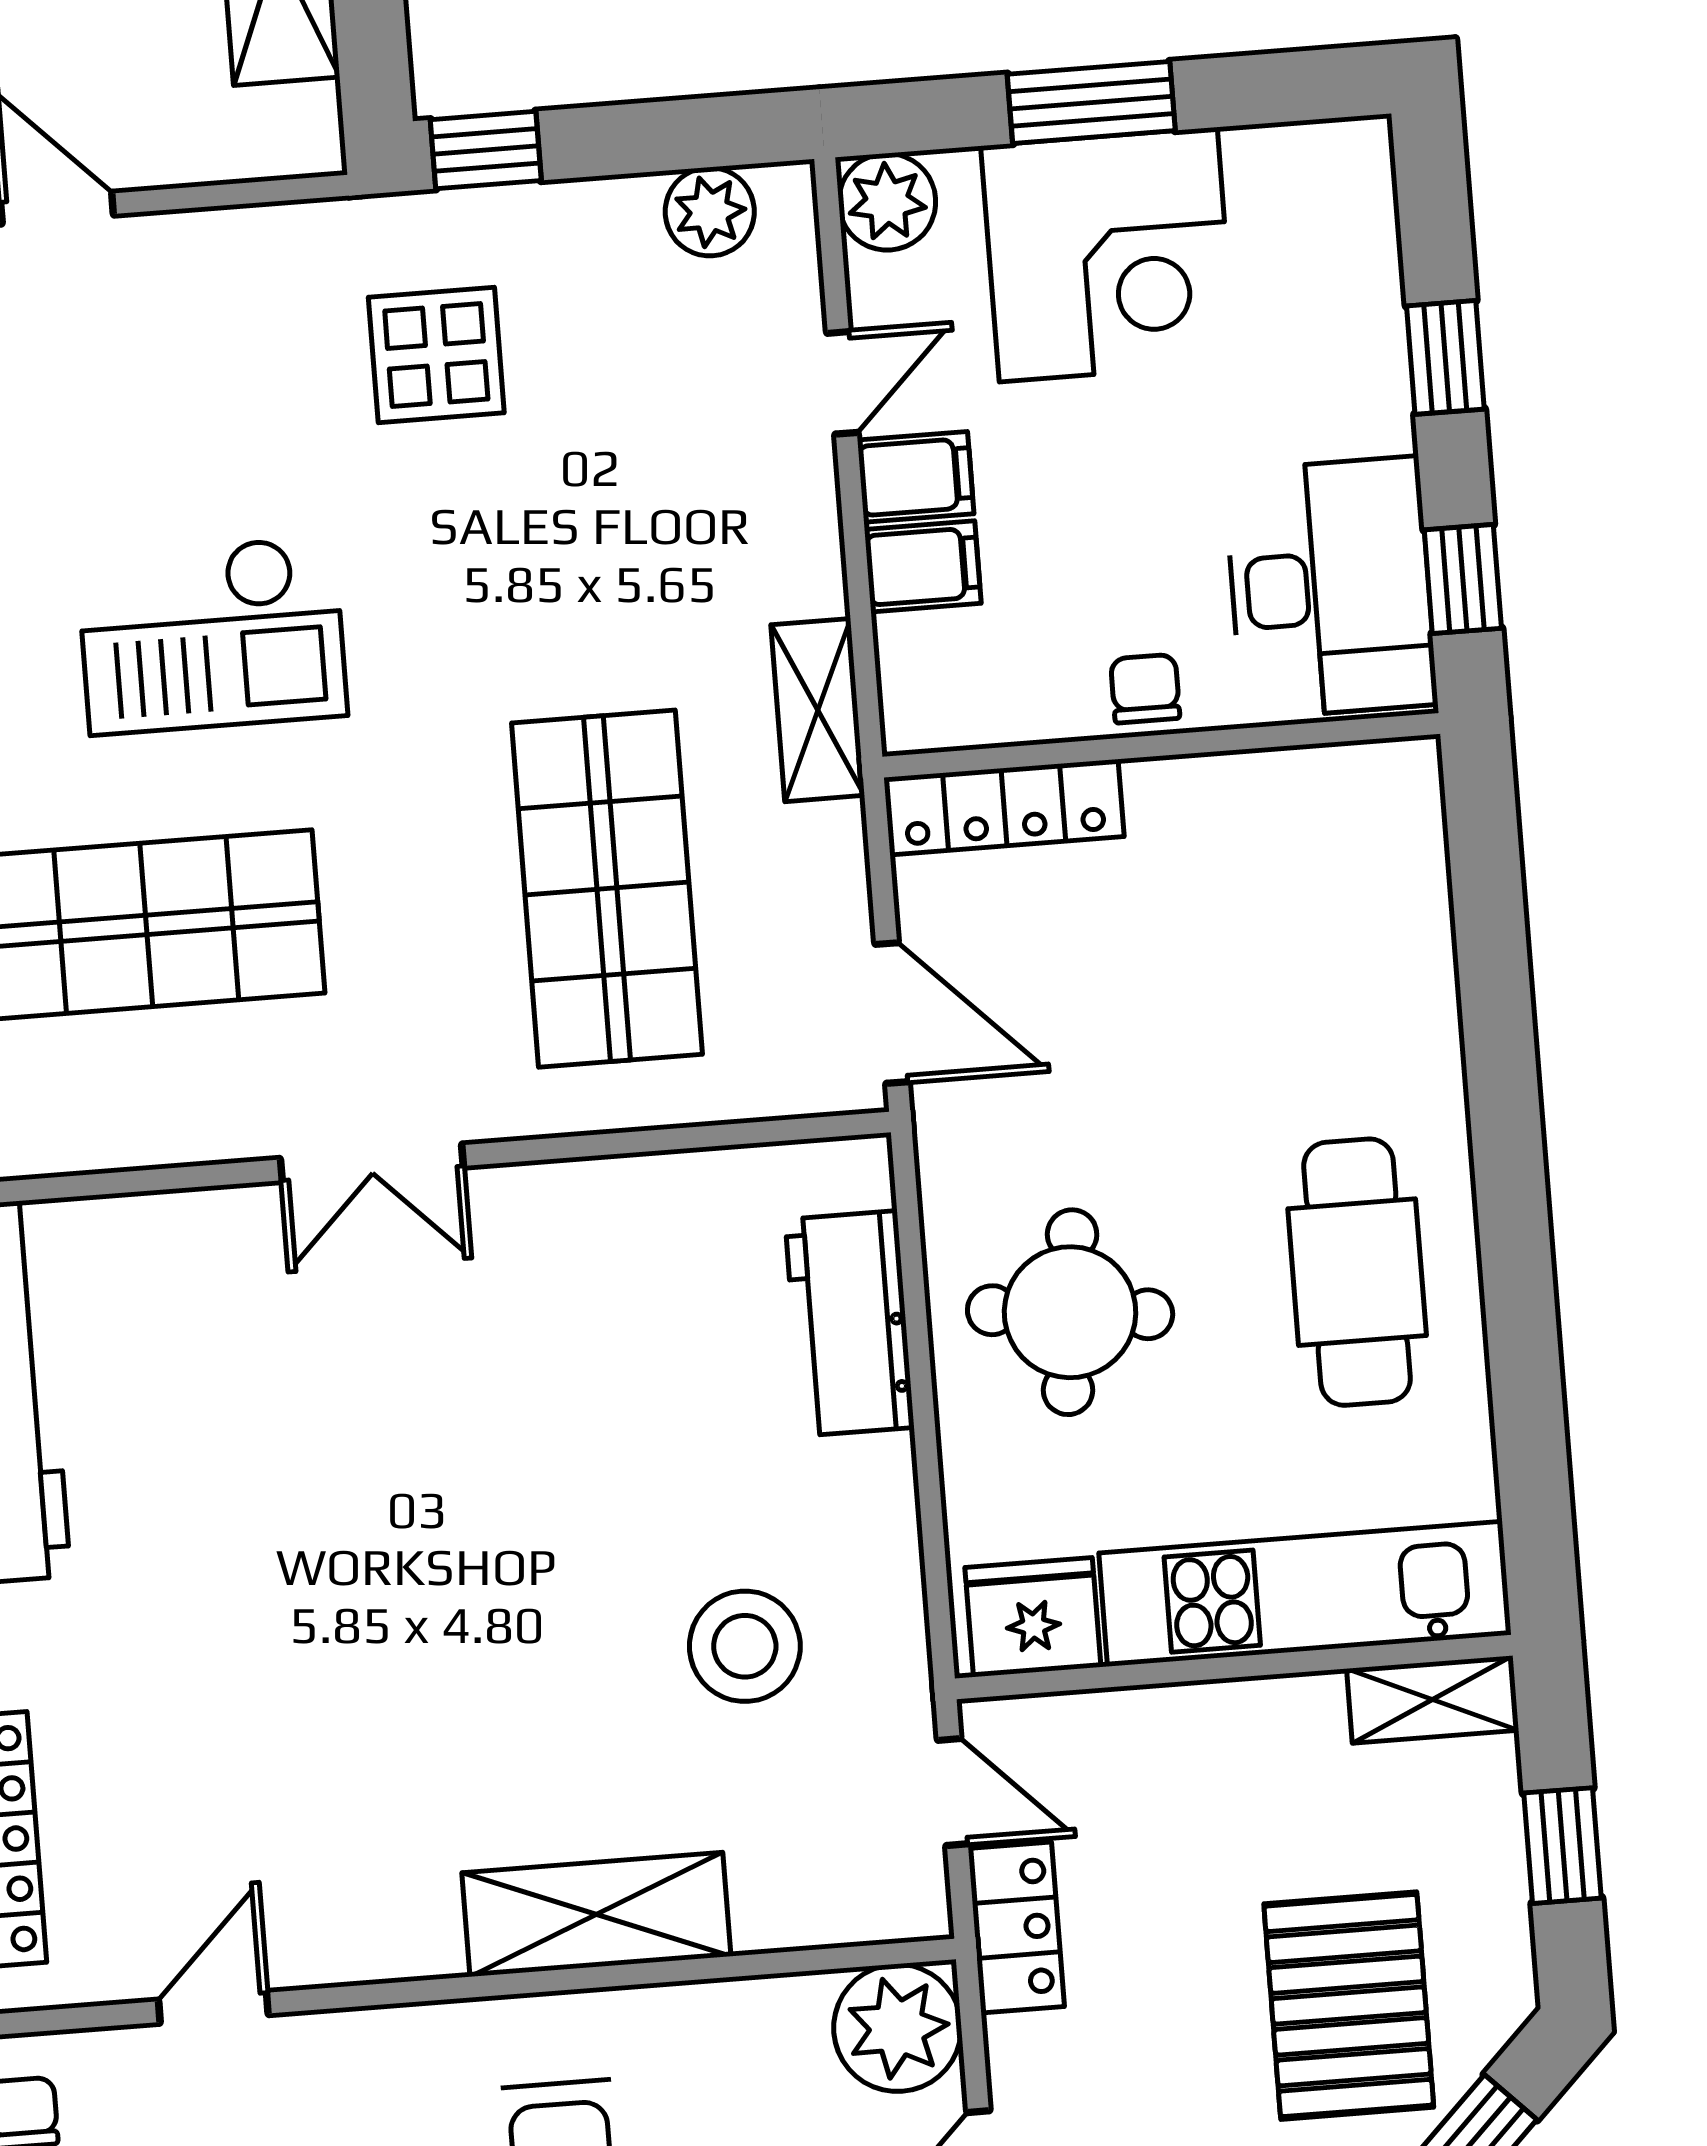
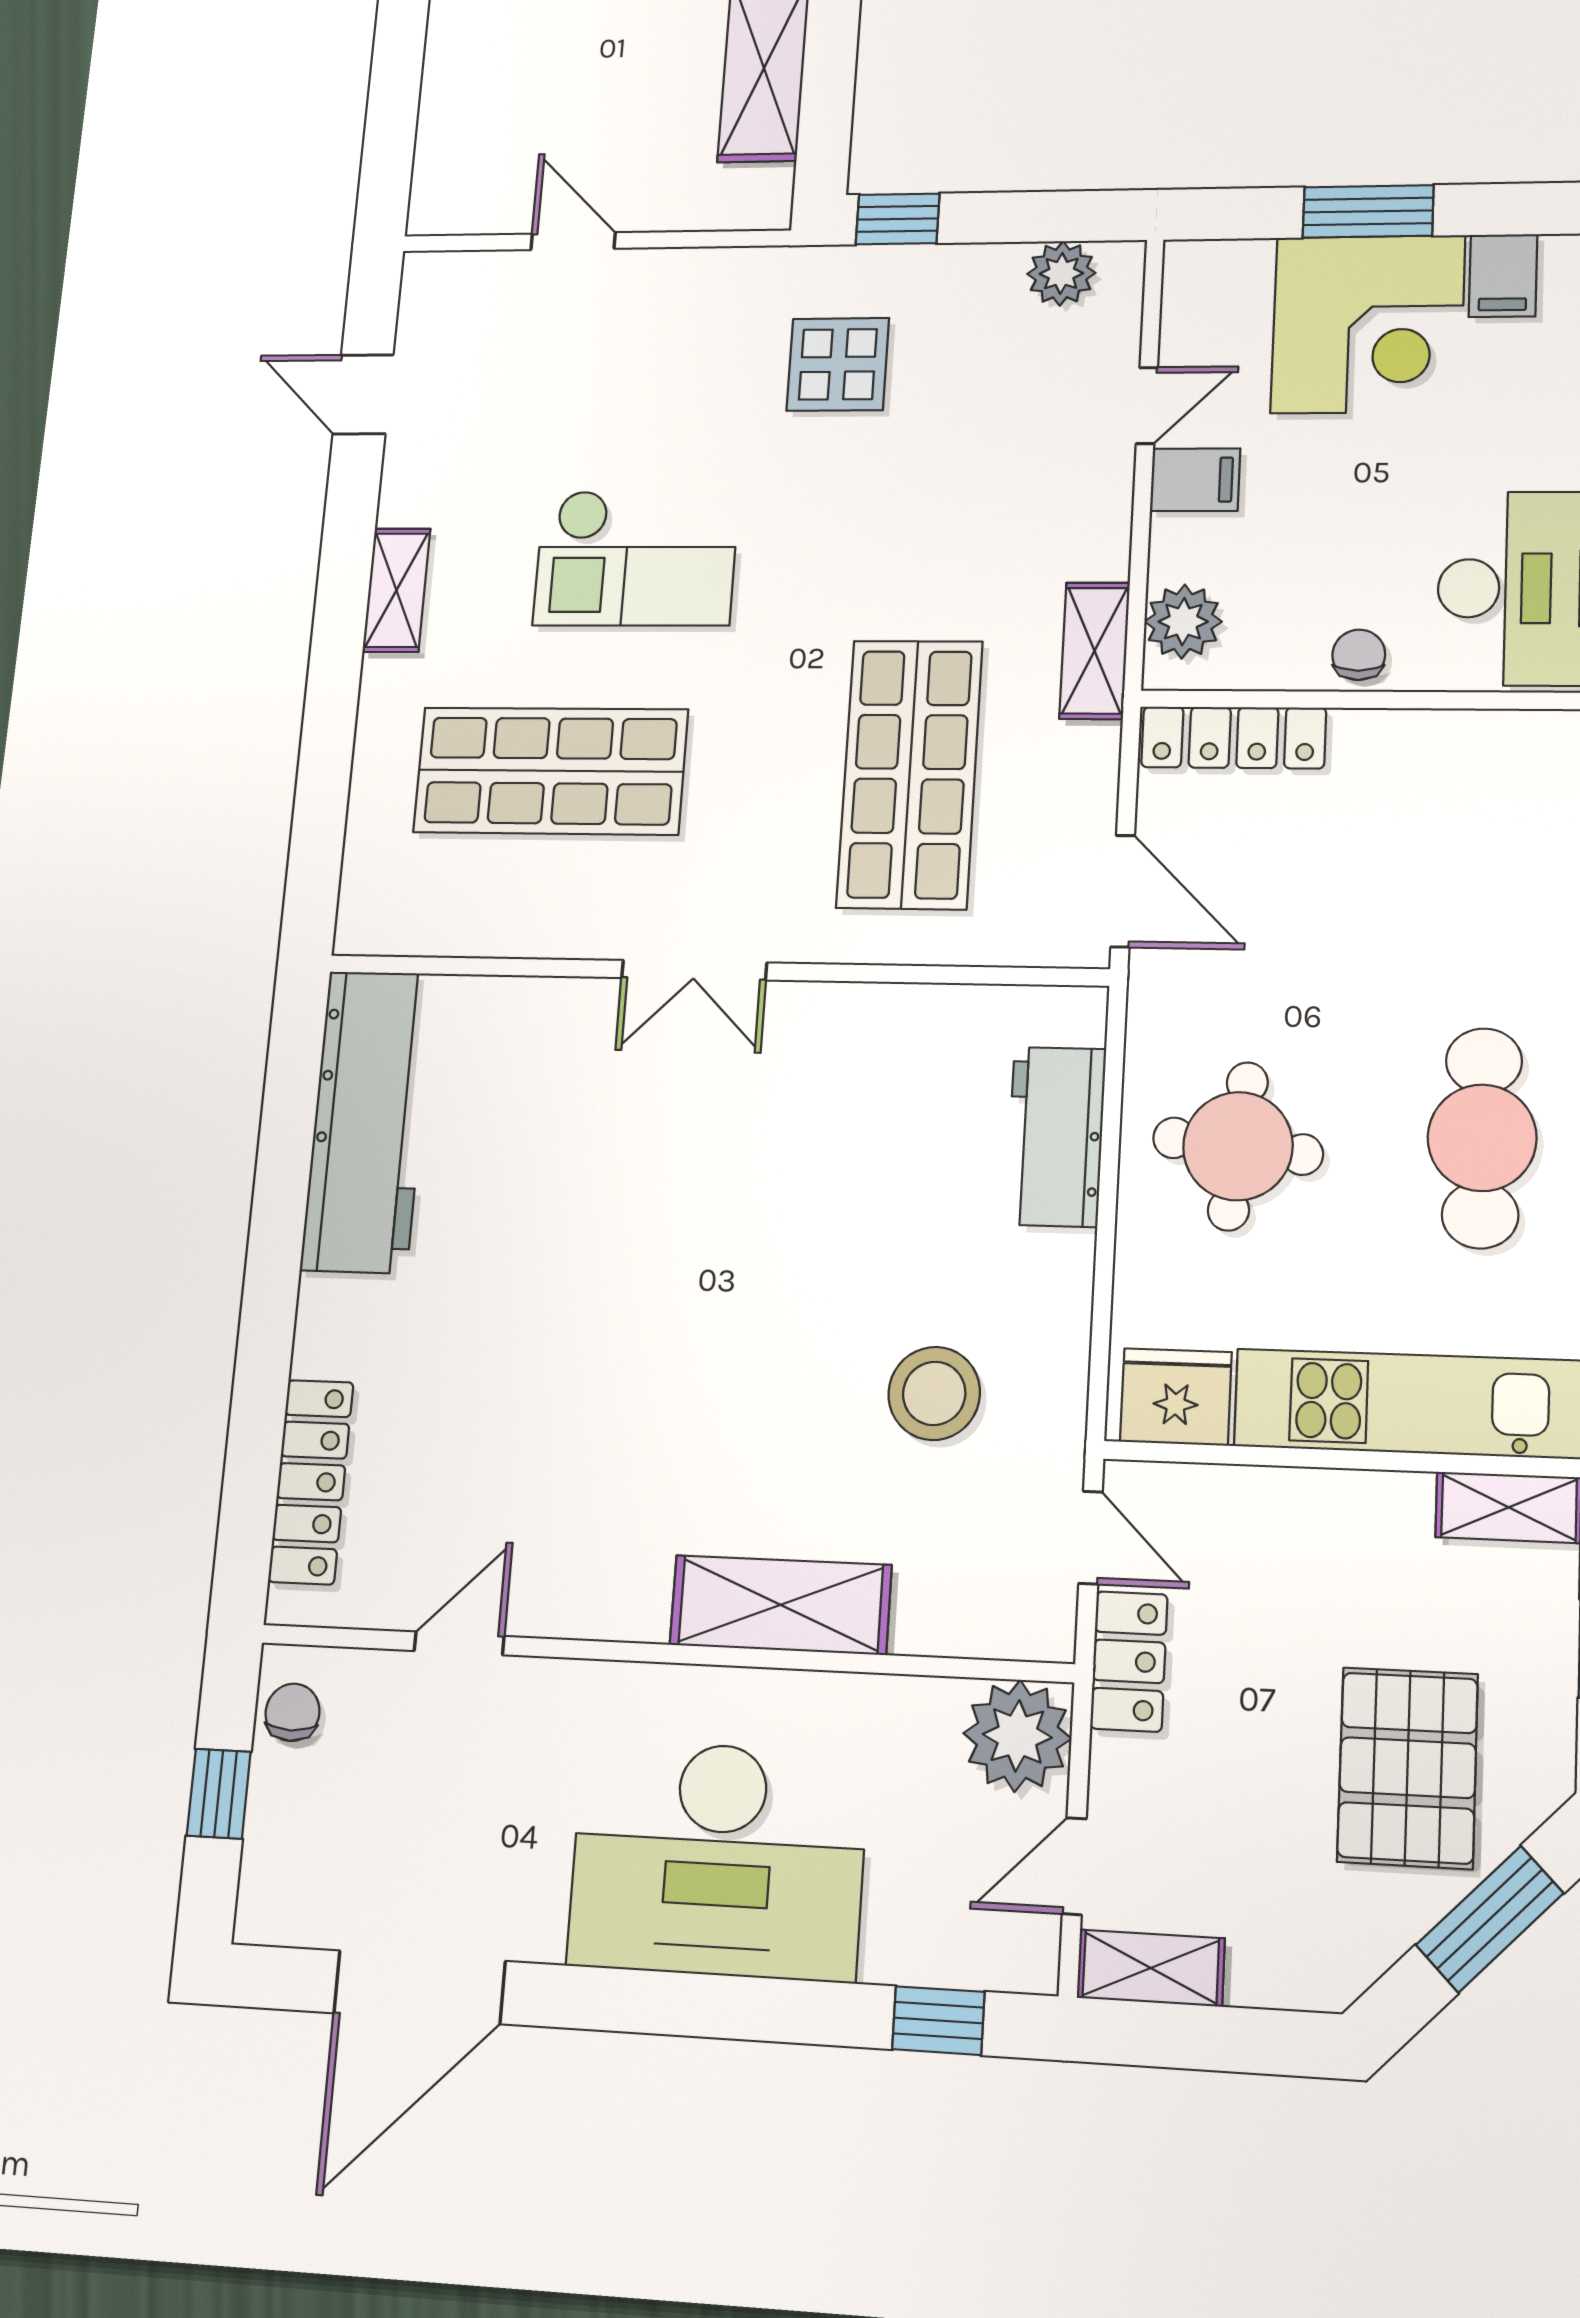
plant: (887, 202) -> (1183, 622), moved
filing cabinet: (923, 566) -> (1503, 276), moved, turned 90

